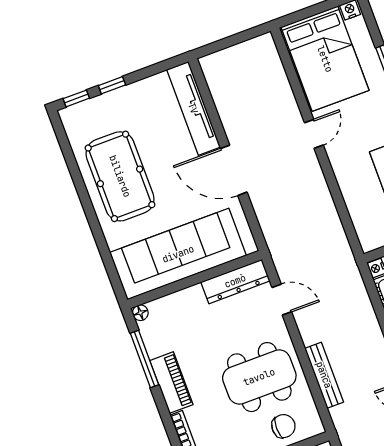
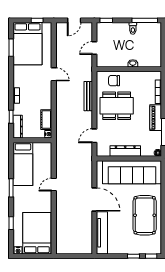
door: (314, 134) -> (54, 185), moved
dresser: (235, 281) -> (125, 151), moved
door: (282, 300) -> (94, 136), hinge flipped

